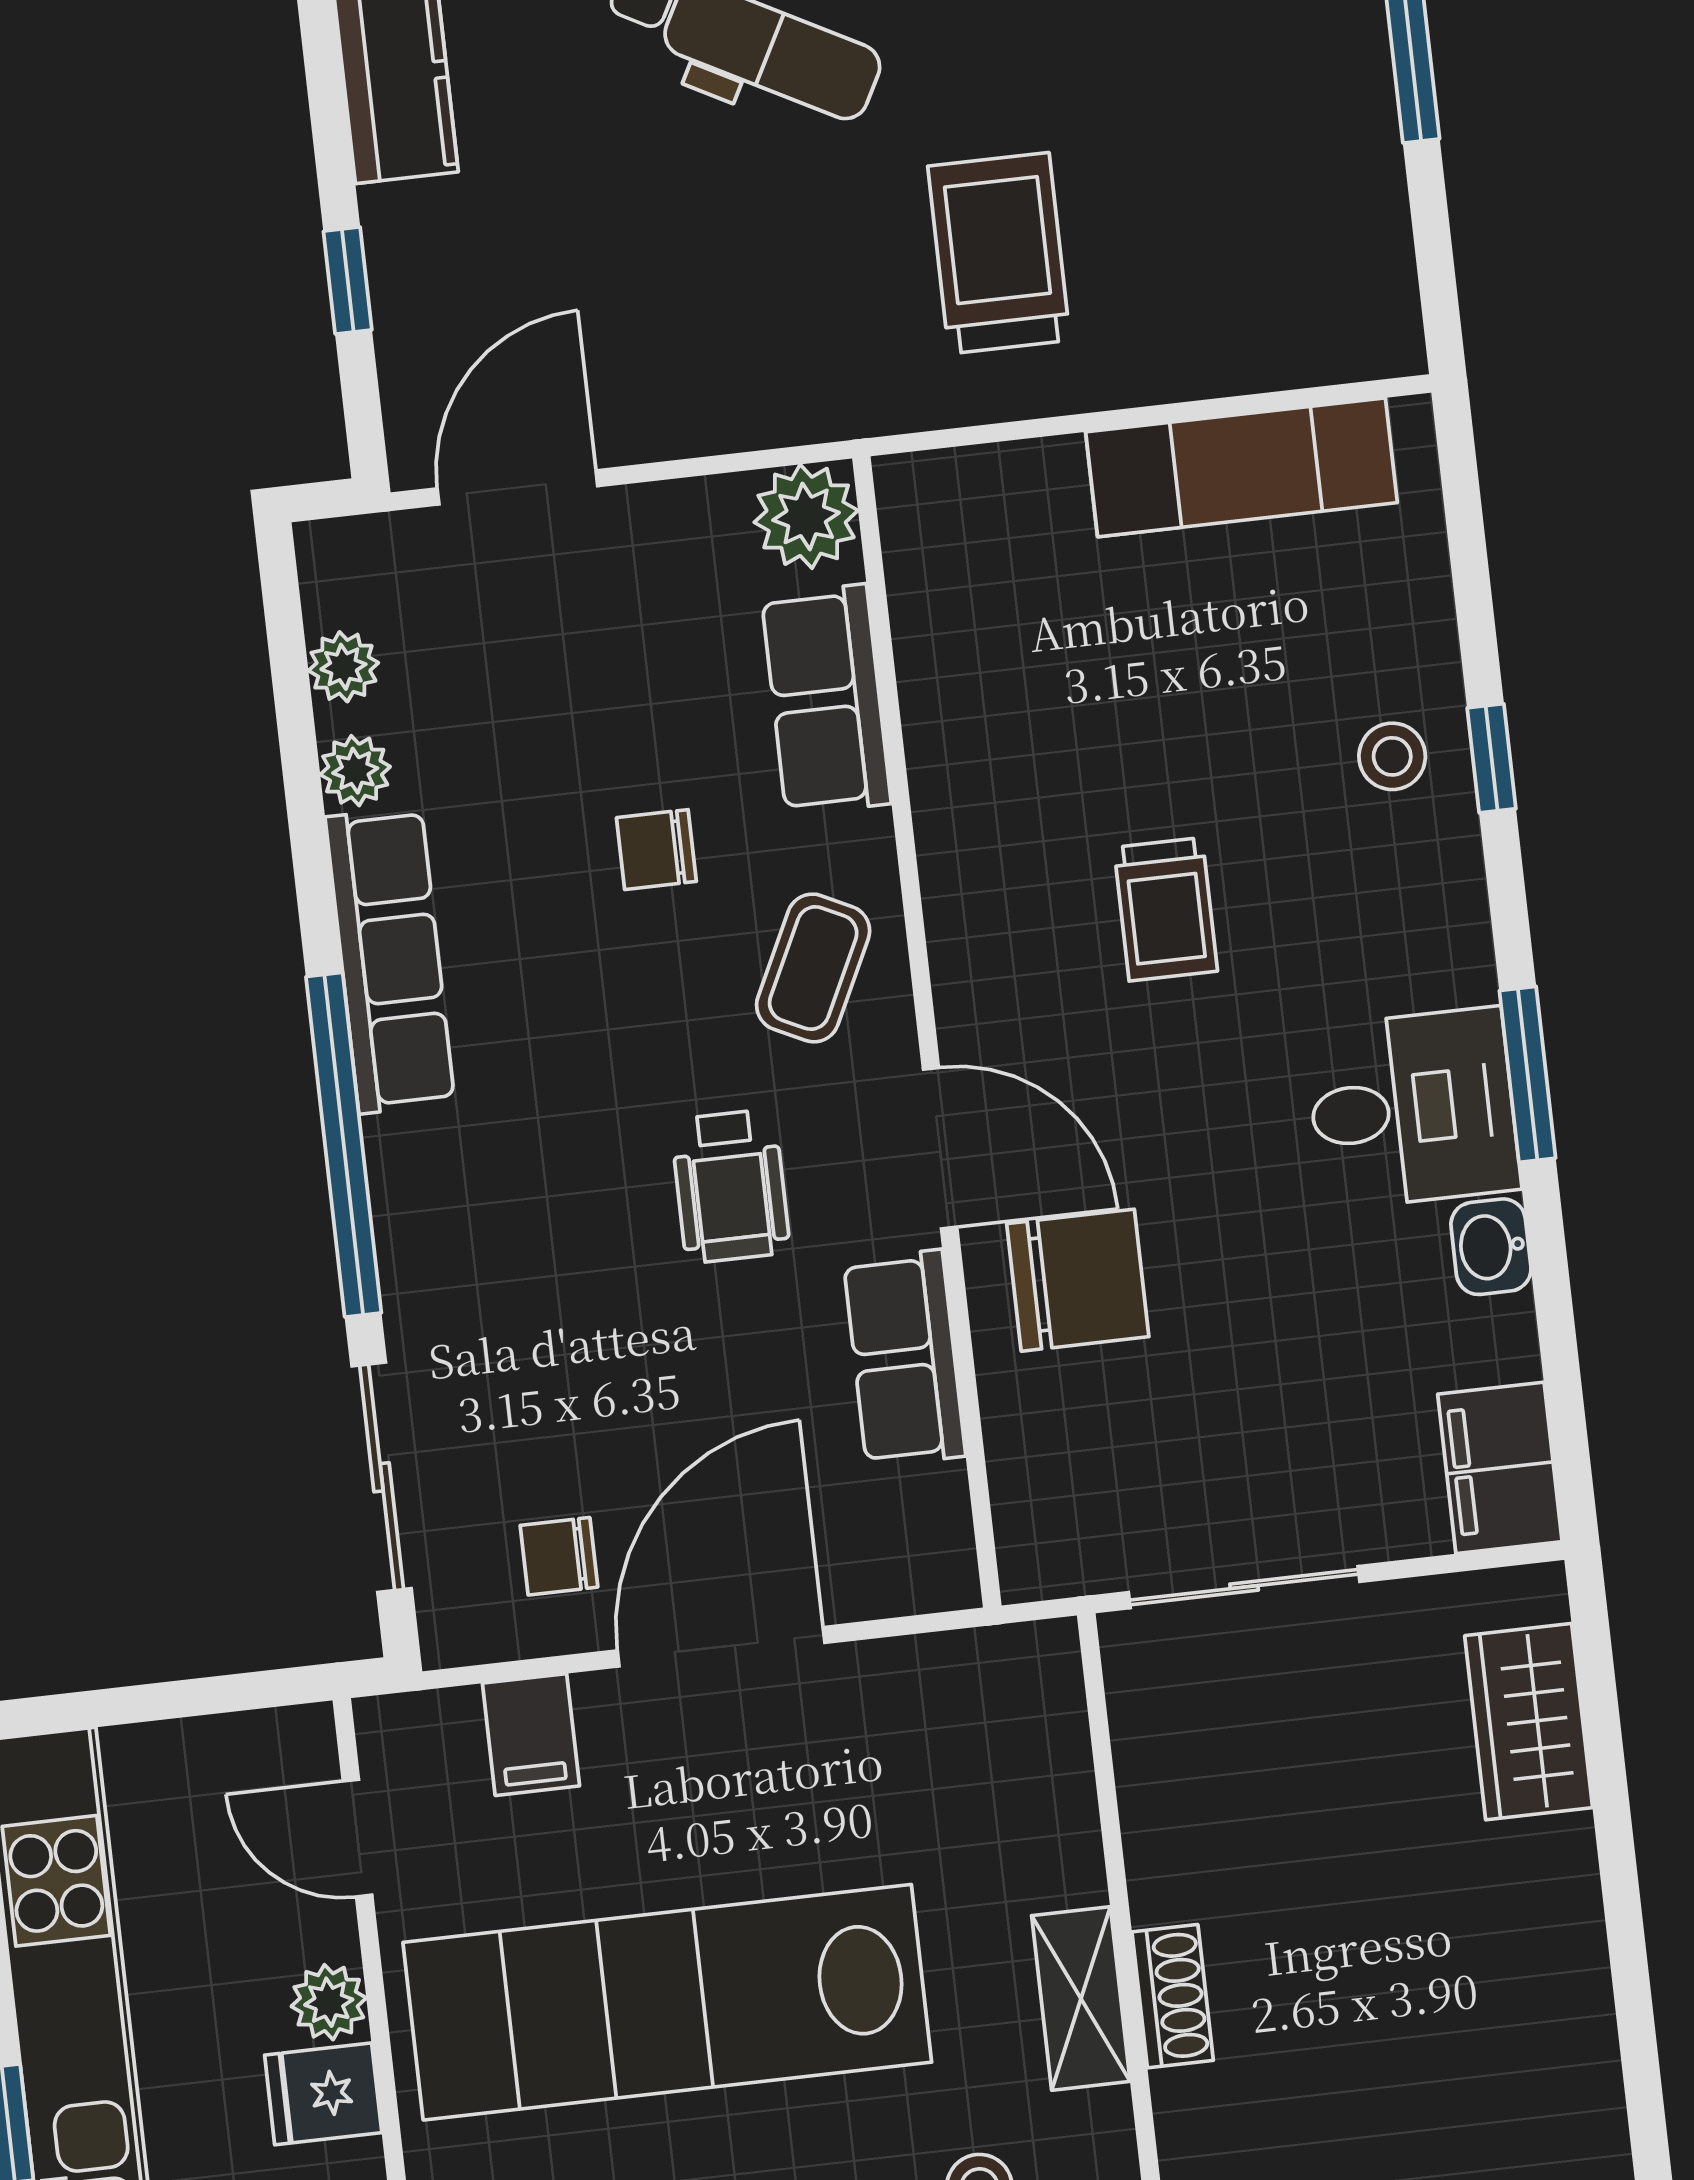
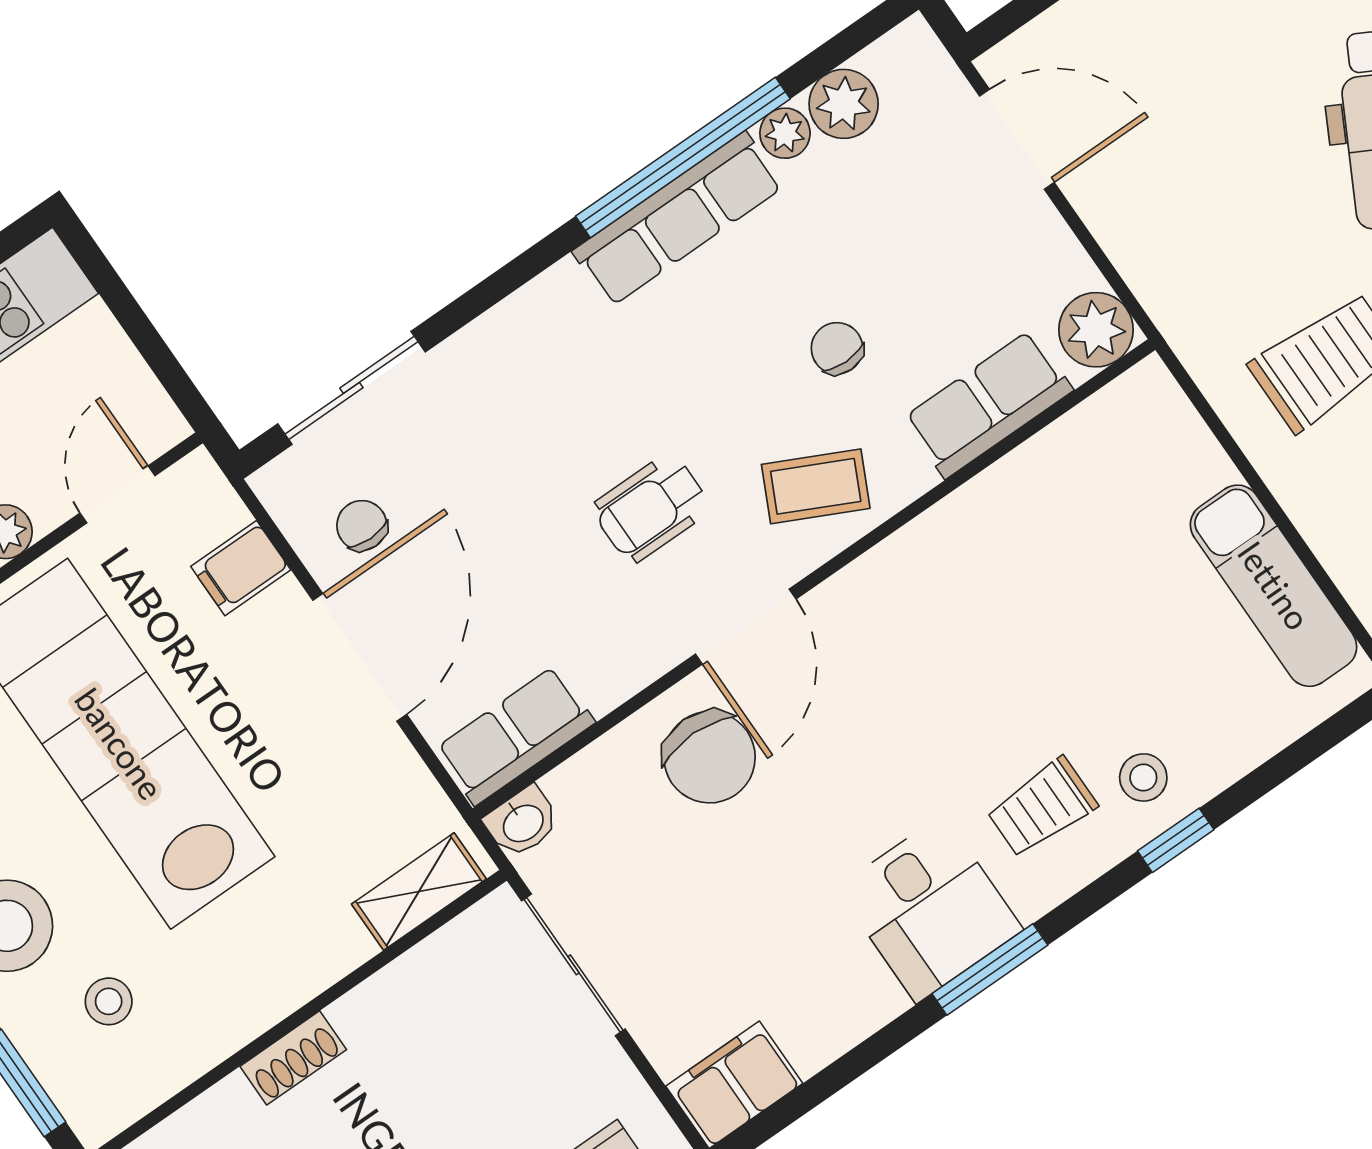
plant: (343, 667) -> (844, 104), width x1.38, depth x1.38
trolley: (1166, 909) -> (1042, 807), moved
window: (344, 1145) -> (683, 157), moved
washbasin: (1491, 1247) -> (522, 822), moved, turned 180
row of seats: (904, 1358) -> (515, 736), moved
door: (721, 1647) -> (360, 657), hinge flipped
shelving: (1081, 1998) -> (419, 892), moved

